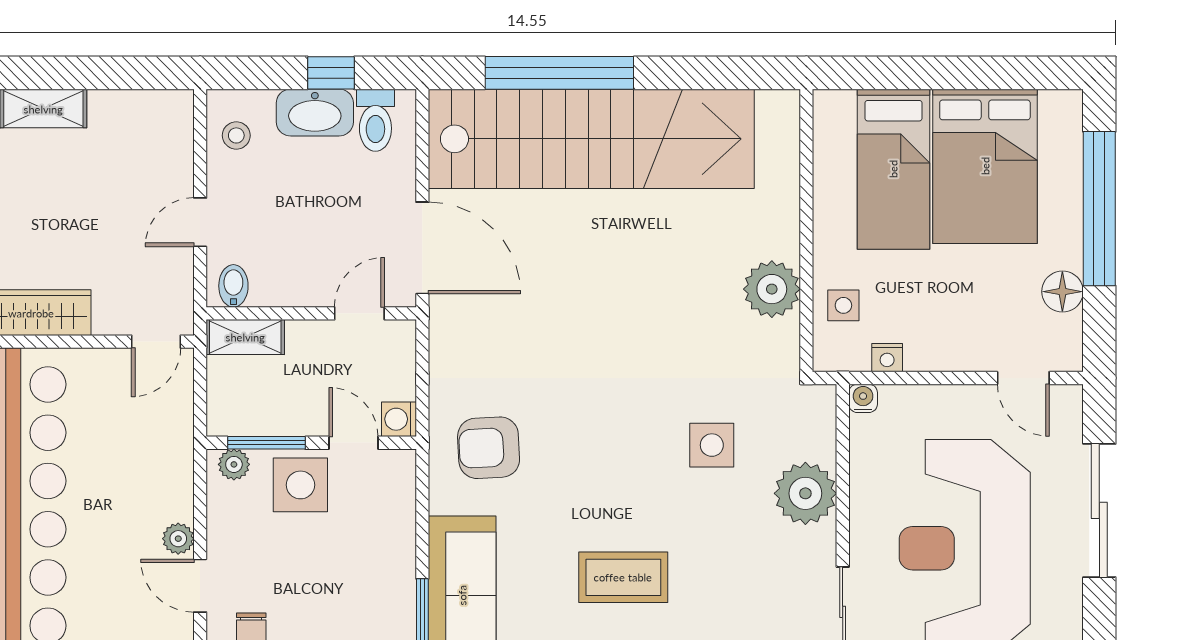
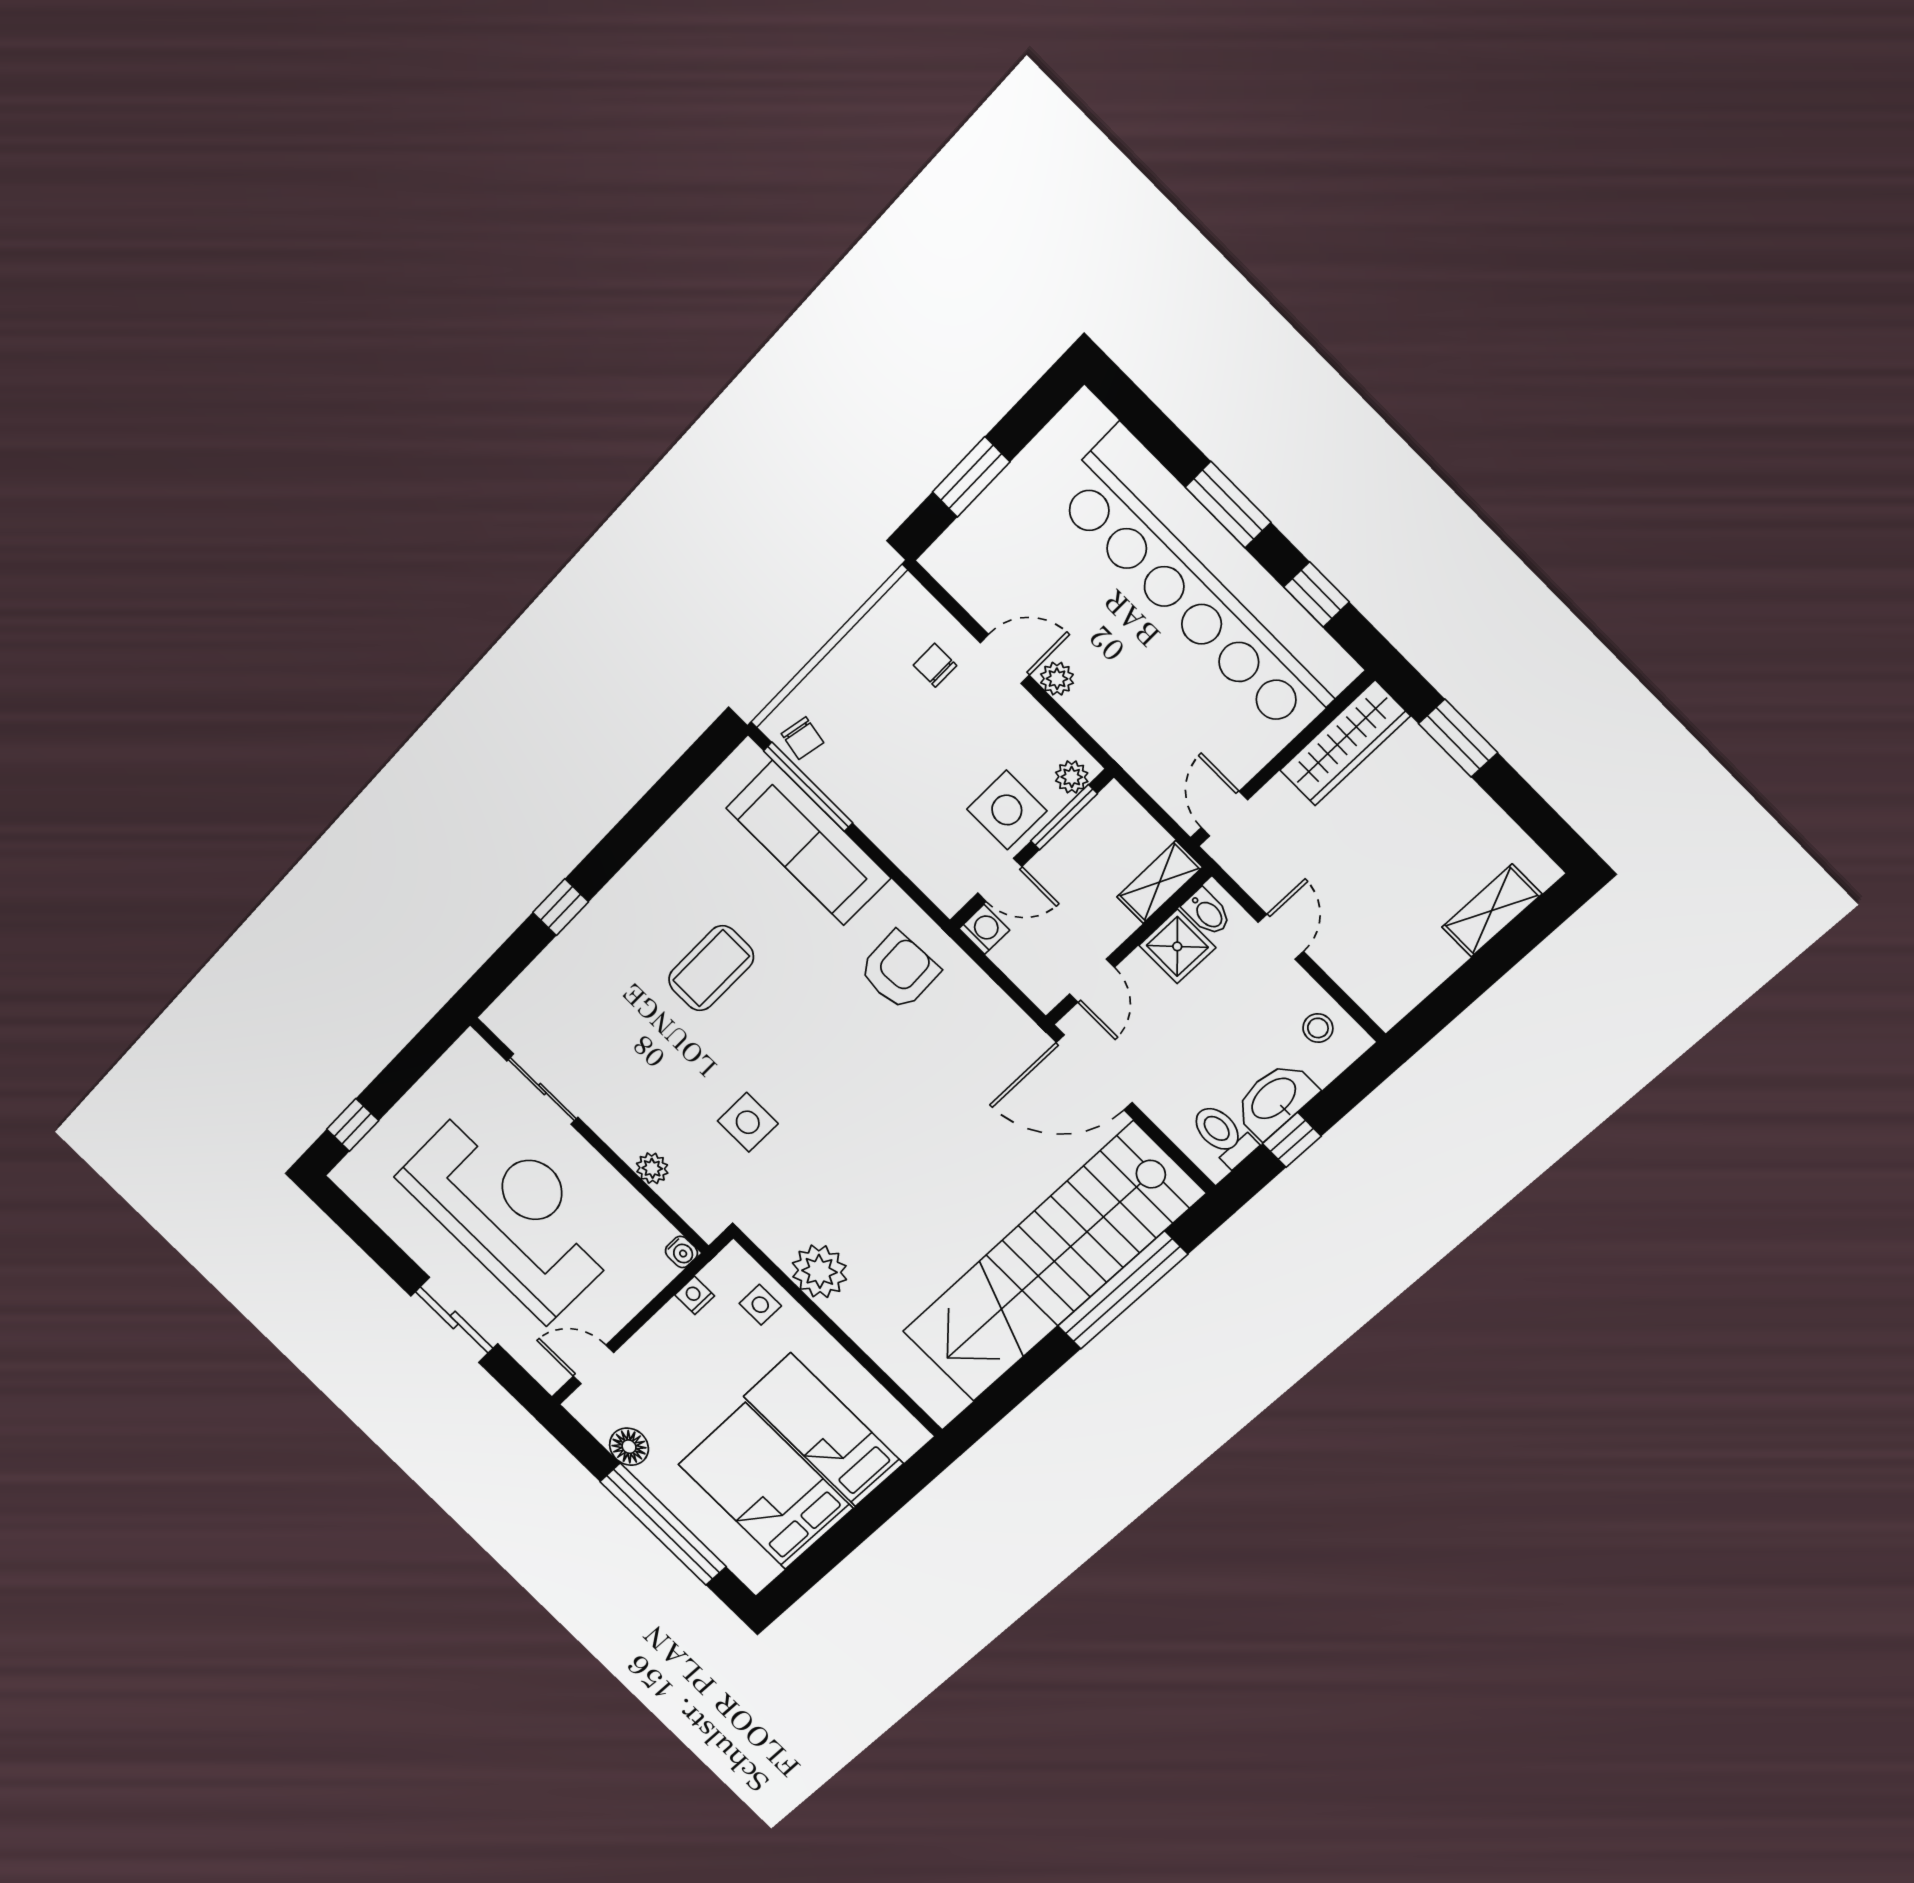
shower: (277, 282) -> (1177, 946), added
plant: (805, 493) -> (652, 1168), width x0.53, depth x0.53
sliding door: (1099, 510) -> (454, 1320), width x0.73

